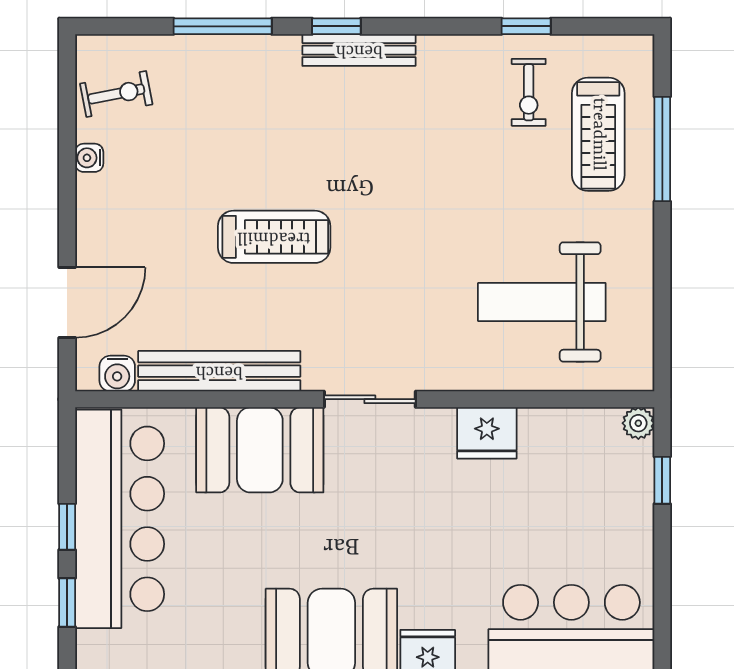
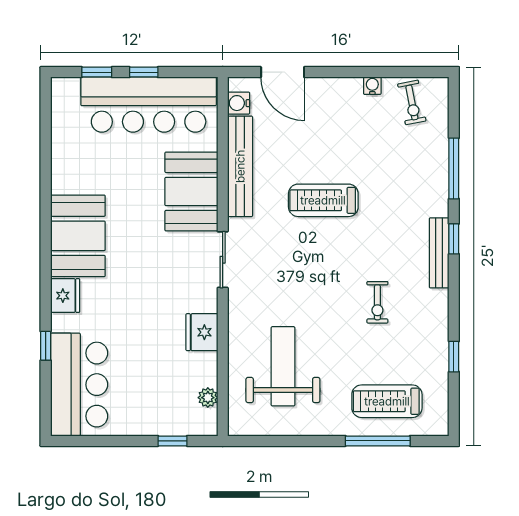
exercise bike: (529, 92) -> (377, 302), moved, turned -90
treadmill: (274, 237) -> (323, 200), turned 90
plant: (638, 423) -> (208, 398), moved

